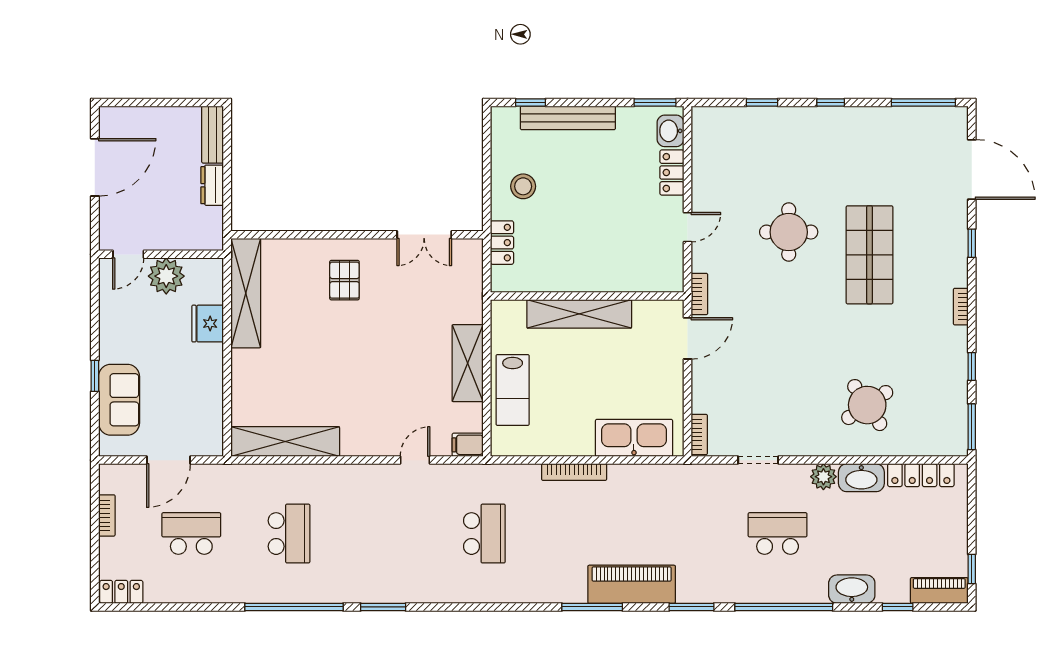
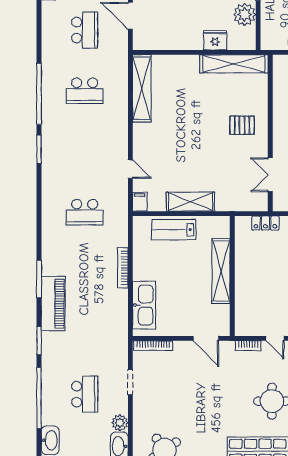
bookcase: (699, 294) -> (248, 346), moved
bookcase: (699, 435) -> (153, 346), width x1.56

